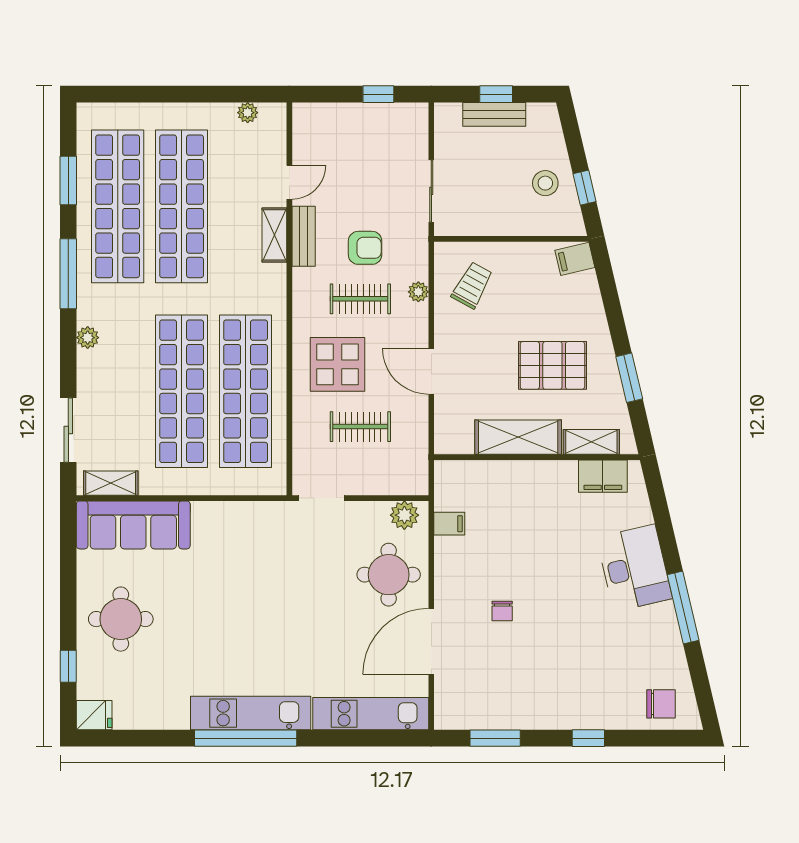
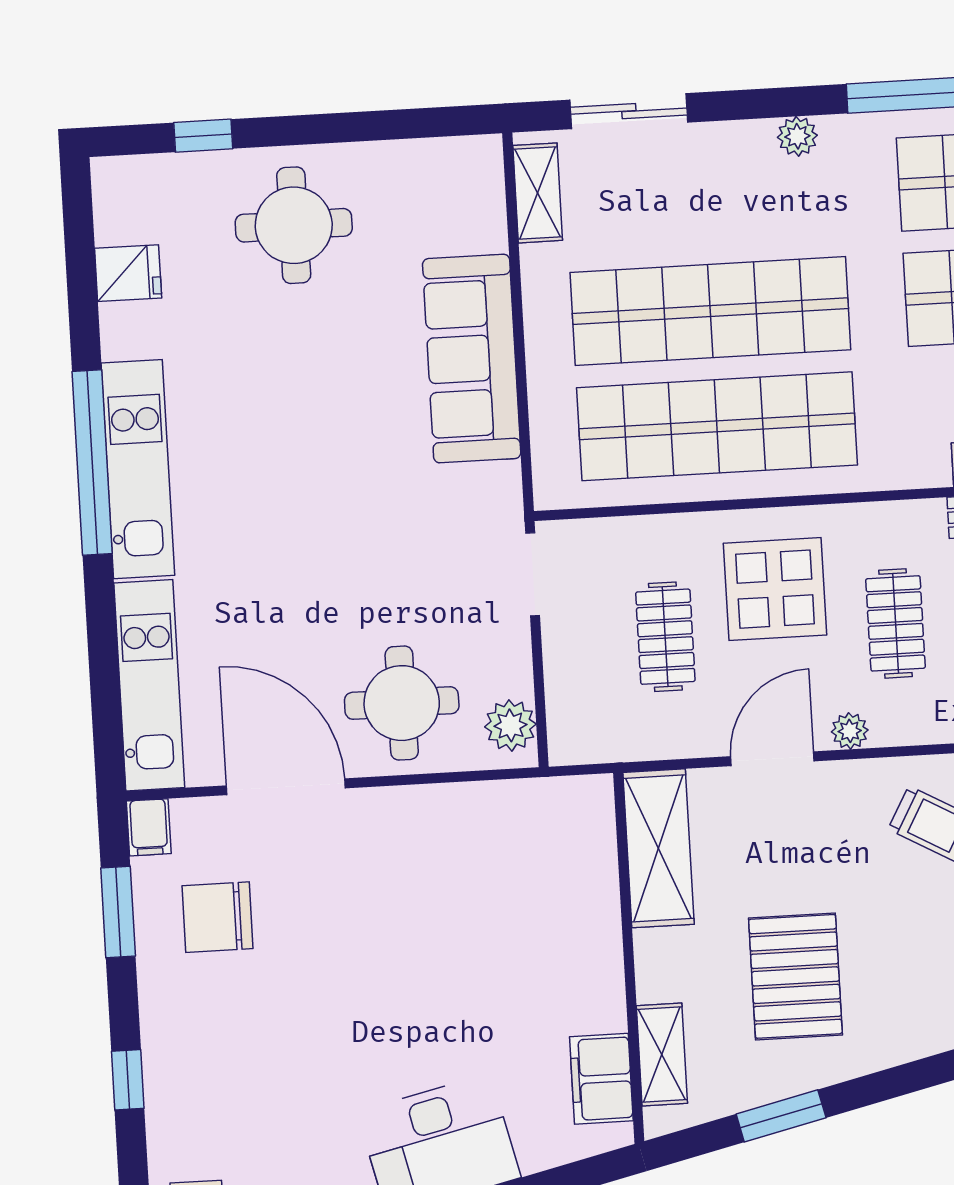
plant: (418, 292) -> (850, 731), moved
shelving: (518, 437) -> (659, 848), moved
filing cabinet: (449, 524) -> (149, 827), moved
sofa: (133, 525) -> (472, 359), moved
chair: (502, 611) -> (217, 917), moved, width x1.87, depth x1.87
fridge: (94, 715) -> (128, 273), moved, turned -90

